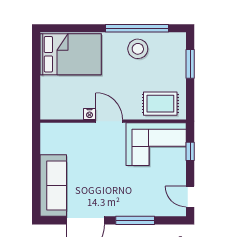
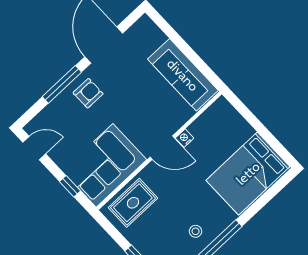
stool: (138, 49) -> (196, 231), width x0.53, depth x0.53
sofa: (53, 186) -> (183, 75), moved
armchair: (124, 199) -> (88, 93), added

